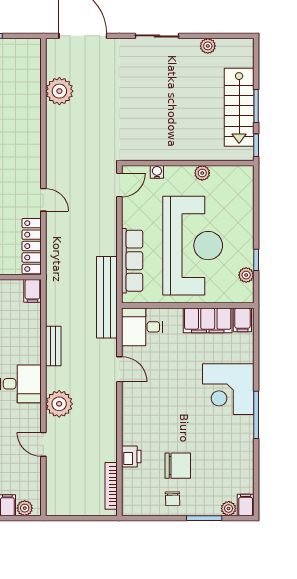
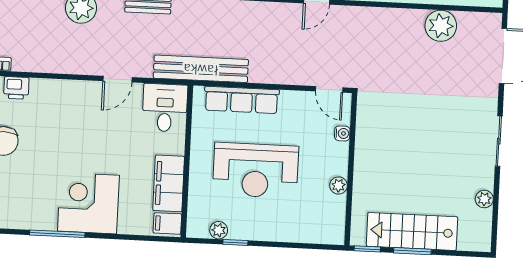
reception desk: (193, 246) -> (256, 170), width x0.74, depth x0.77

